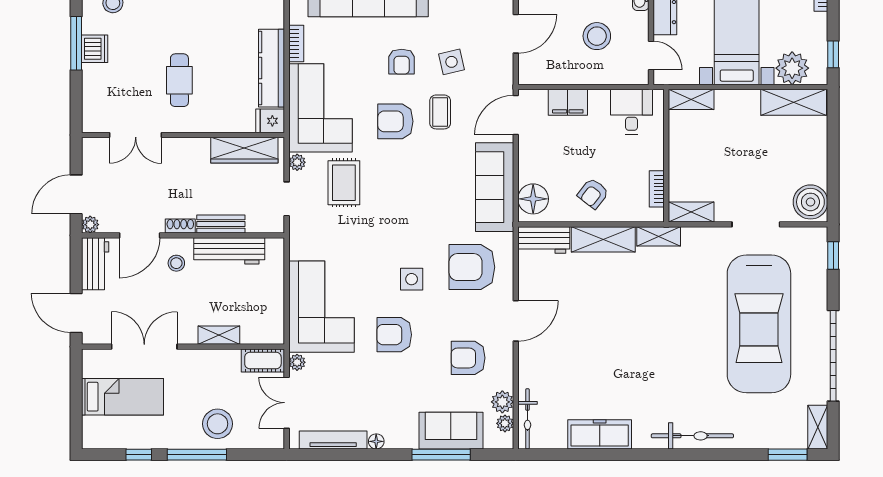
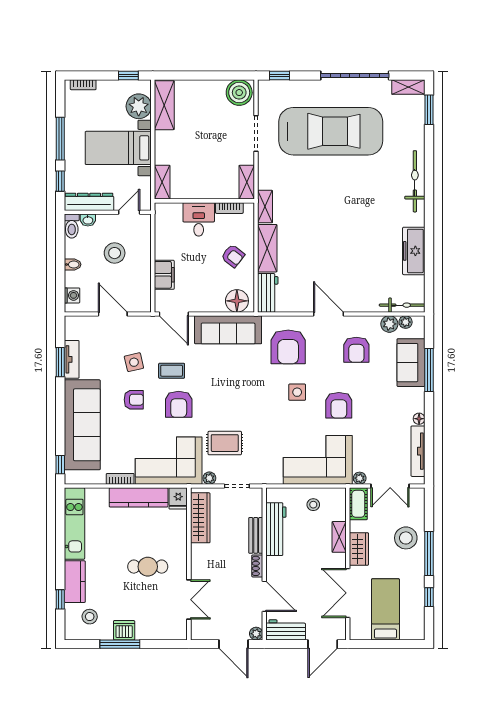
desk: (632, 112) -> (199, 219), moved, turned 90
stool: (176, 263) -> (313, 505), moved
wardrobe: (203, 361) -> (359, 549), added

